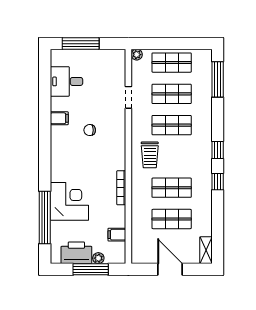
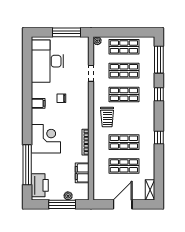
window: (81, 44) -> (66, 32), moved
desk: (66, 81) -> (47, 61), width x1.87, depth x1.30
filing cabinet: (59, 118) -> (38, 103), moved
window: (218, 150) -> (159, 94), moved
corner desk: (69, 201) -> (46, 139), moved
filing cabinet: (117, 235) -> (82, 173), width x2.00
printer: (76, 253) -> (40, 185), moved, turned 90
door: (170, 269) -> (123, 204), hinge flipped

